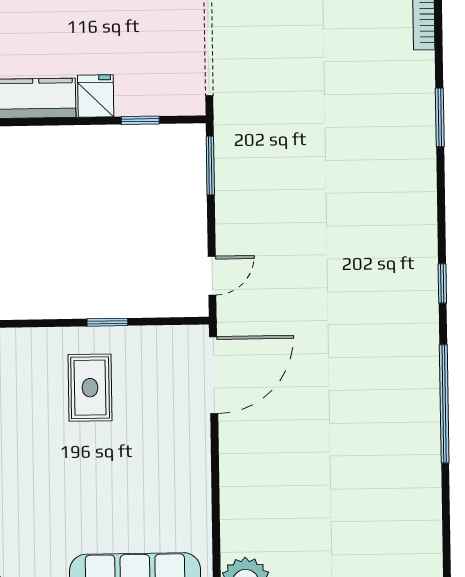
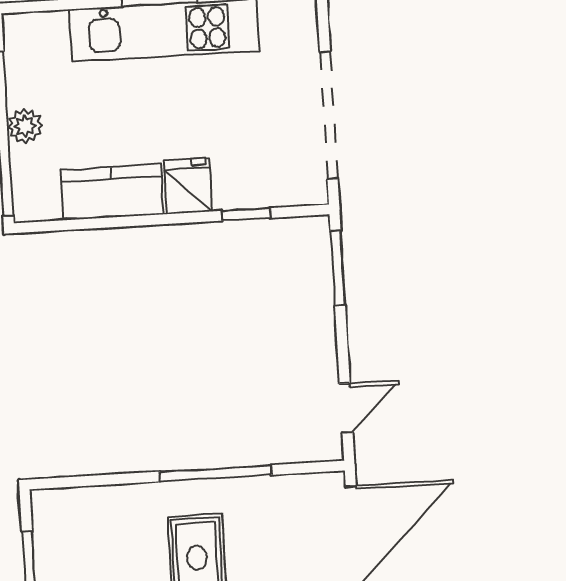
window: (107, 322) -> (216, 473), width x2.17

